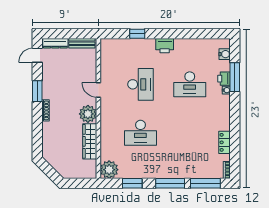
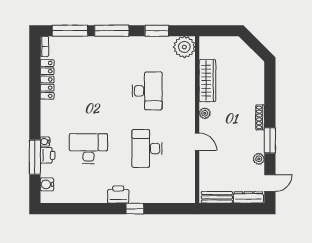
window: (137, 34) -> (135, 209), moved
plant: (47, 76) -> (259, 159), added
plant: (88, 114) -> (205, 113), width x0.53, depth x0.53
desk: (140, 133) -> (147, 91), turned 90
locker: (224, 142) -> (47, 79), width x1.53

